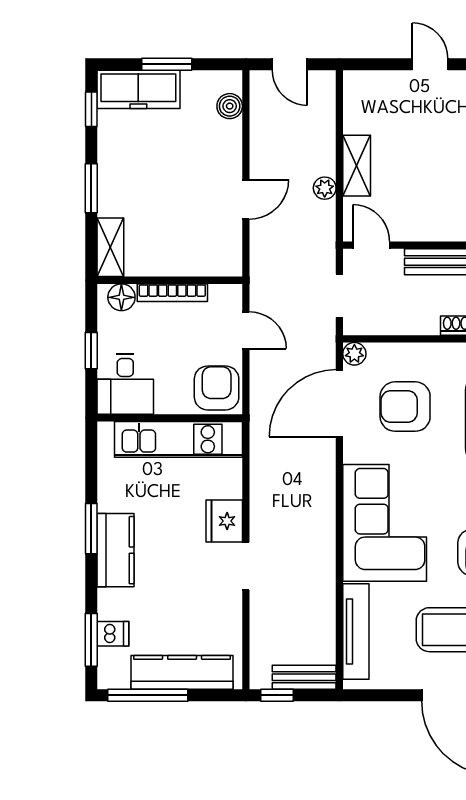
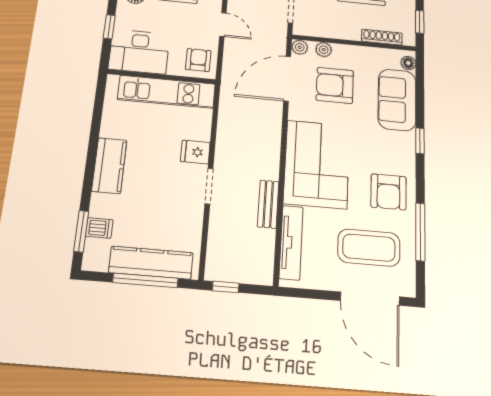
plant: (388, 354) -> (324, 50), added
desk: (125, 384) -> (139, 52), width x1.37
armchair: (217, 388) -> (198, 60), width x0.72, depth x0.72
fridge: (224, 521) -> (195, 152), width x0.72
window: (91, 529) -> (93, 148), removed
bench: (304, 677) -> (268, 204), moved, turned 90
window: (148, 695) -> (145, 280), moved

